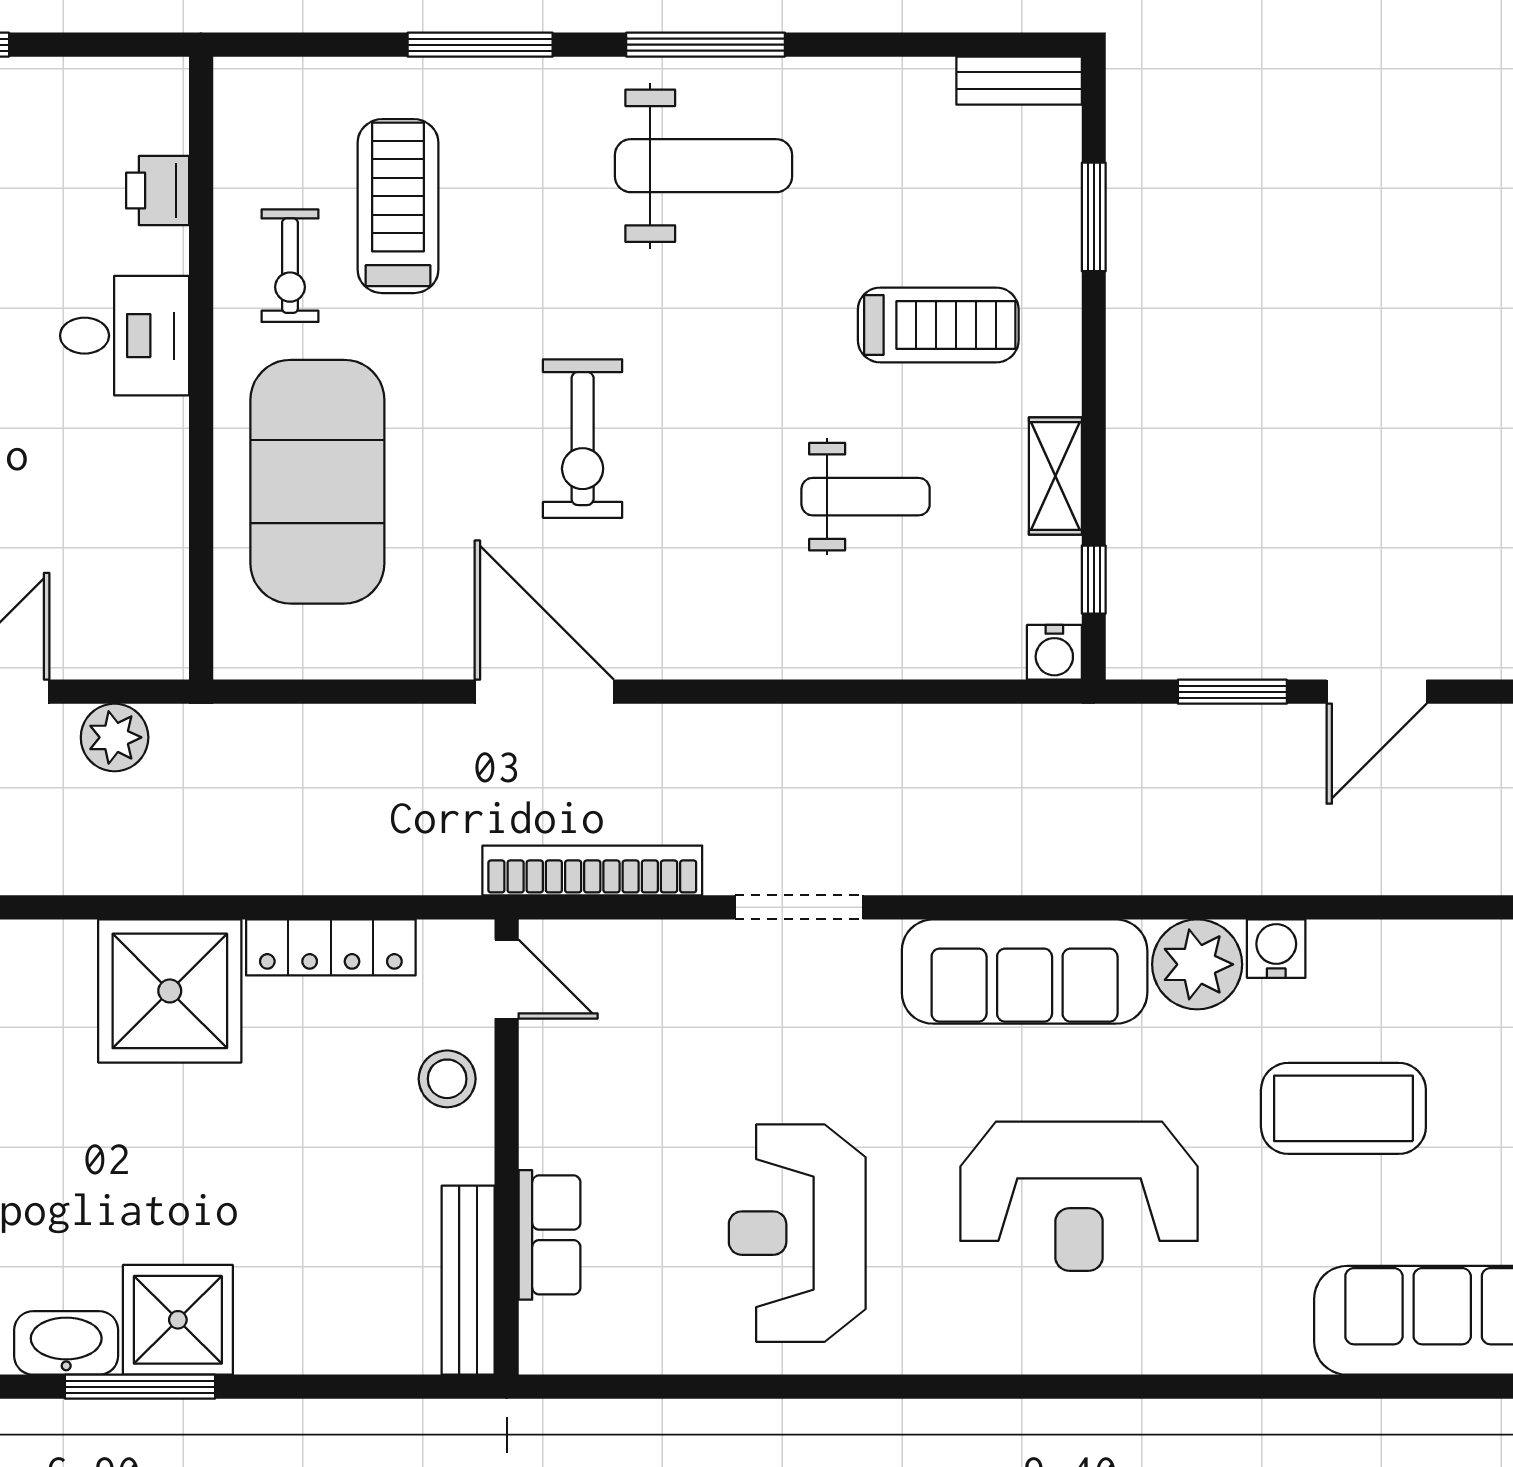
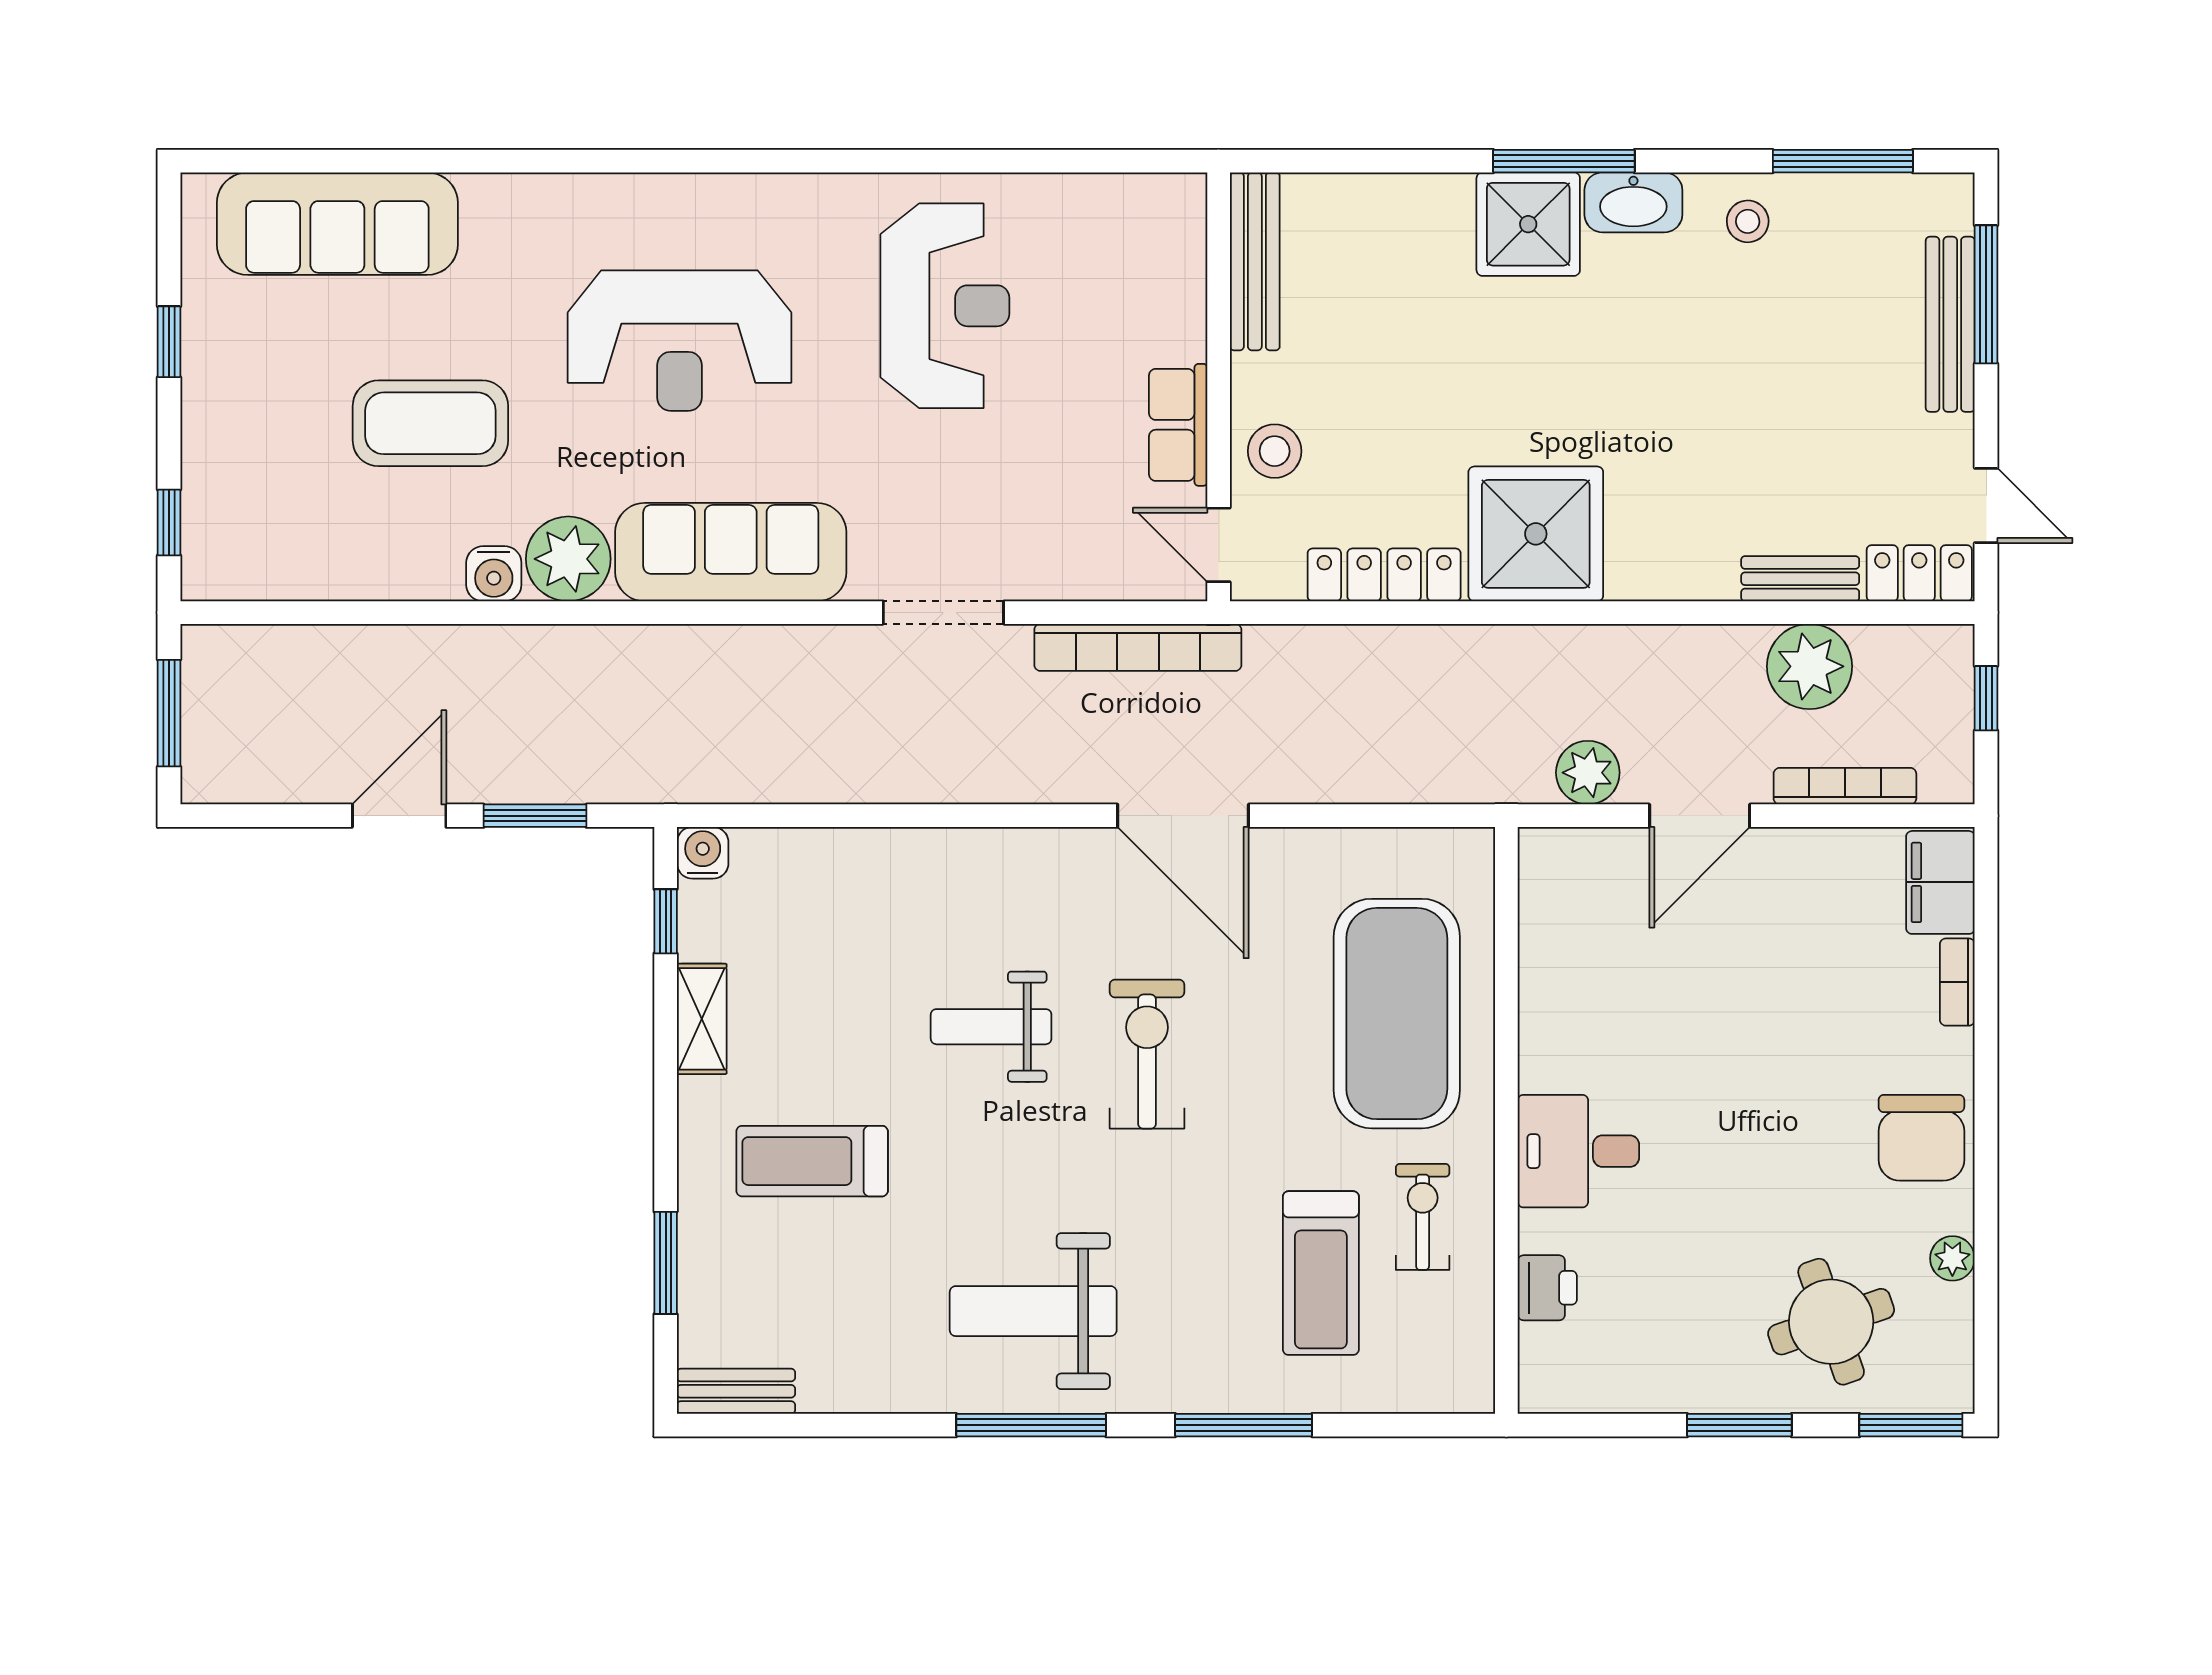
weight bench: (866, 497) -> (991, 1027), moved
reception desk: (1079, 1196) -> (679, 341), turned 180
row of seats: (550, 1235) -> (1178, 425), moved

